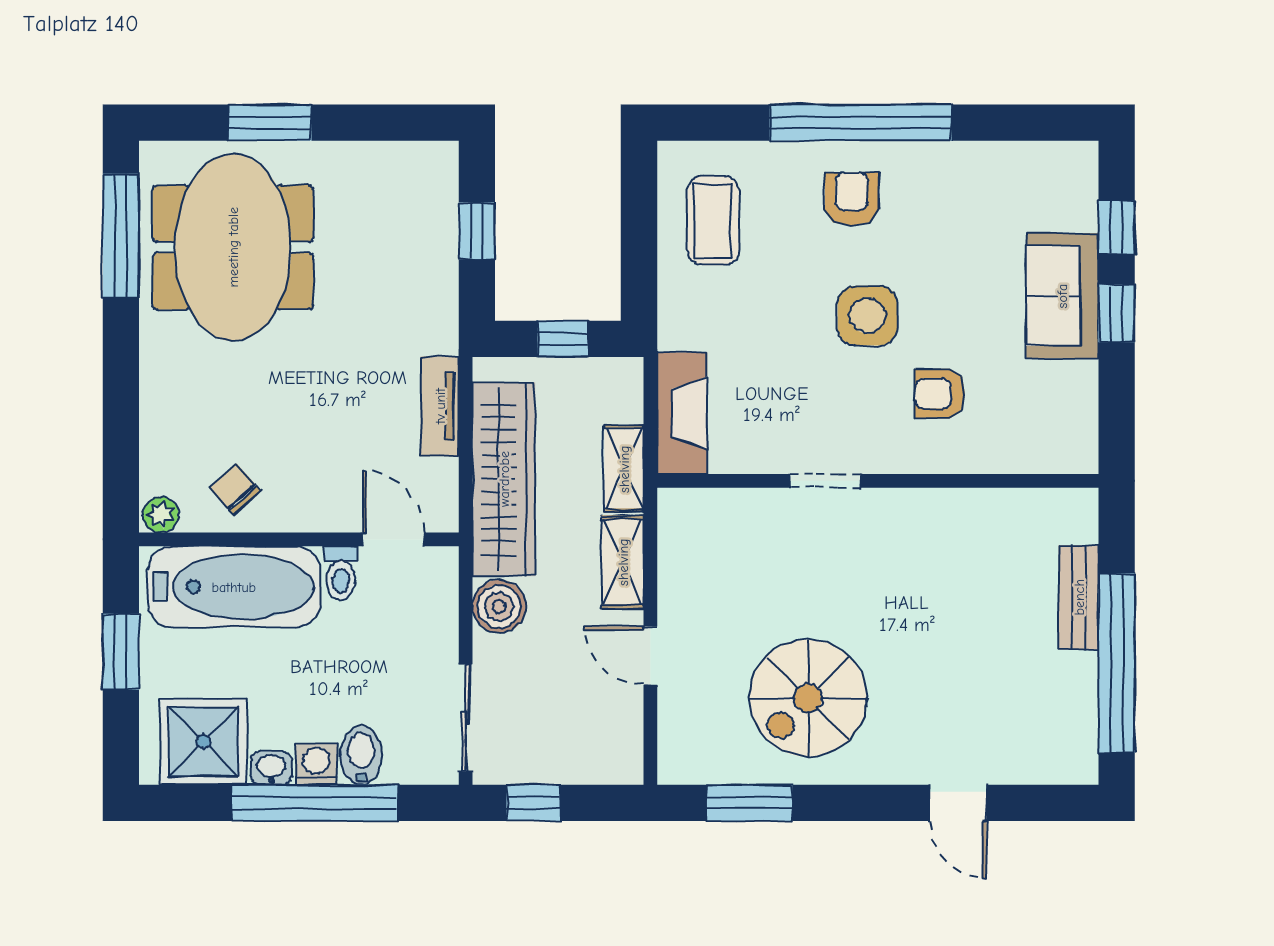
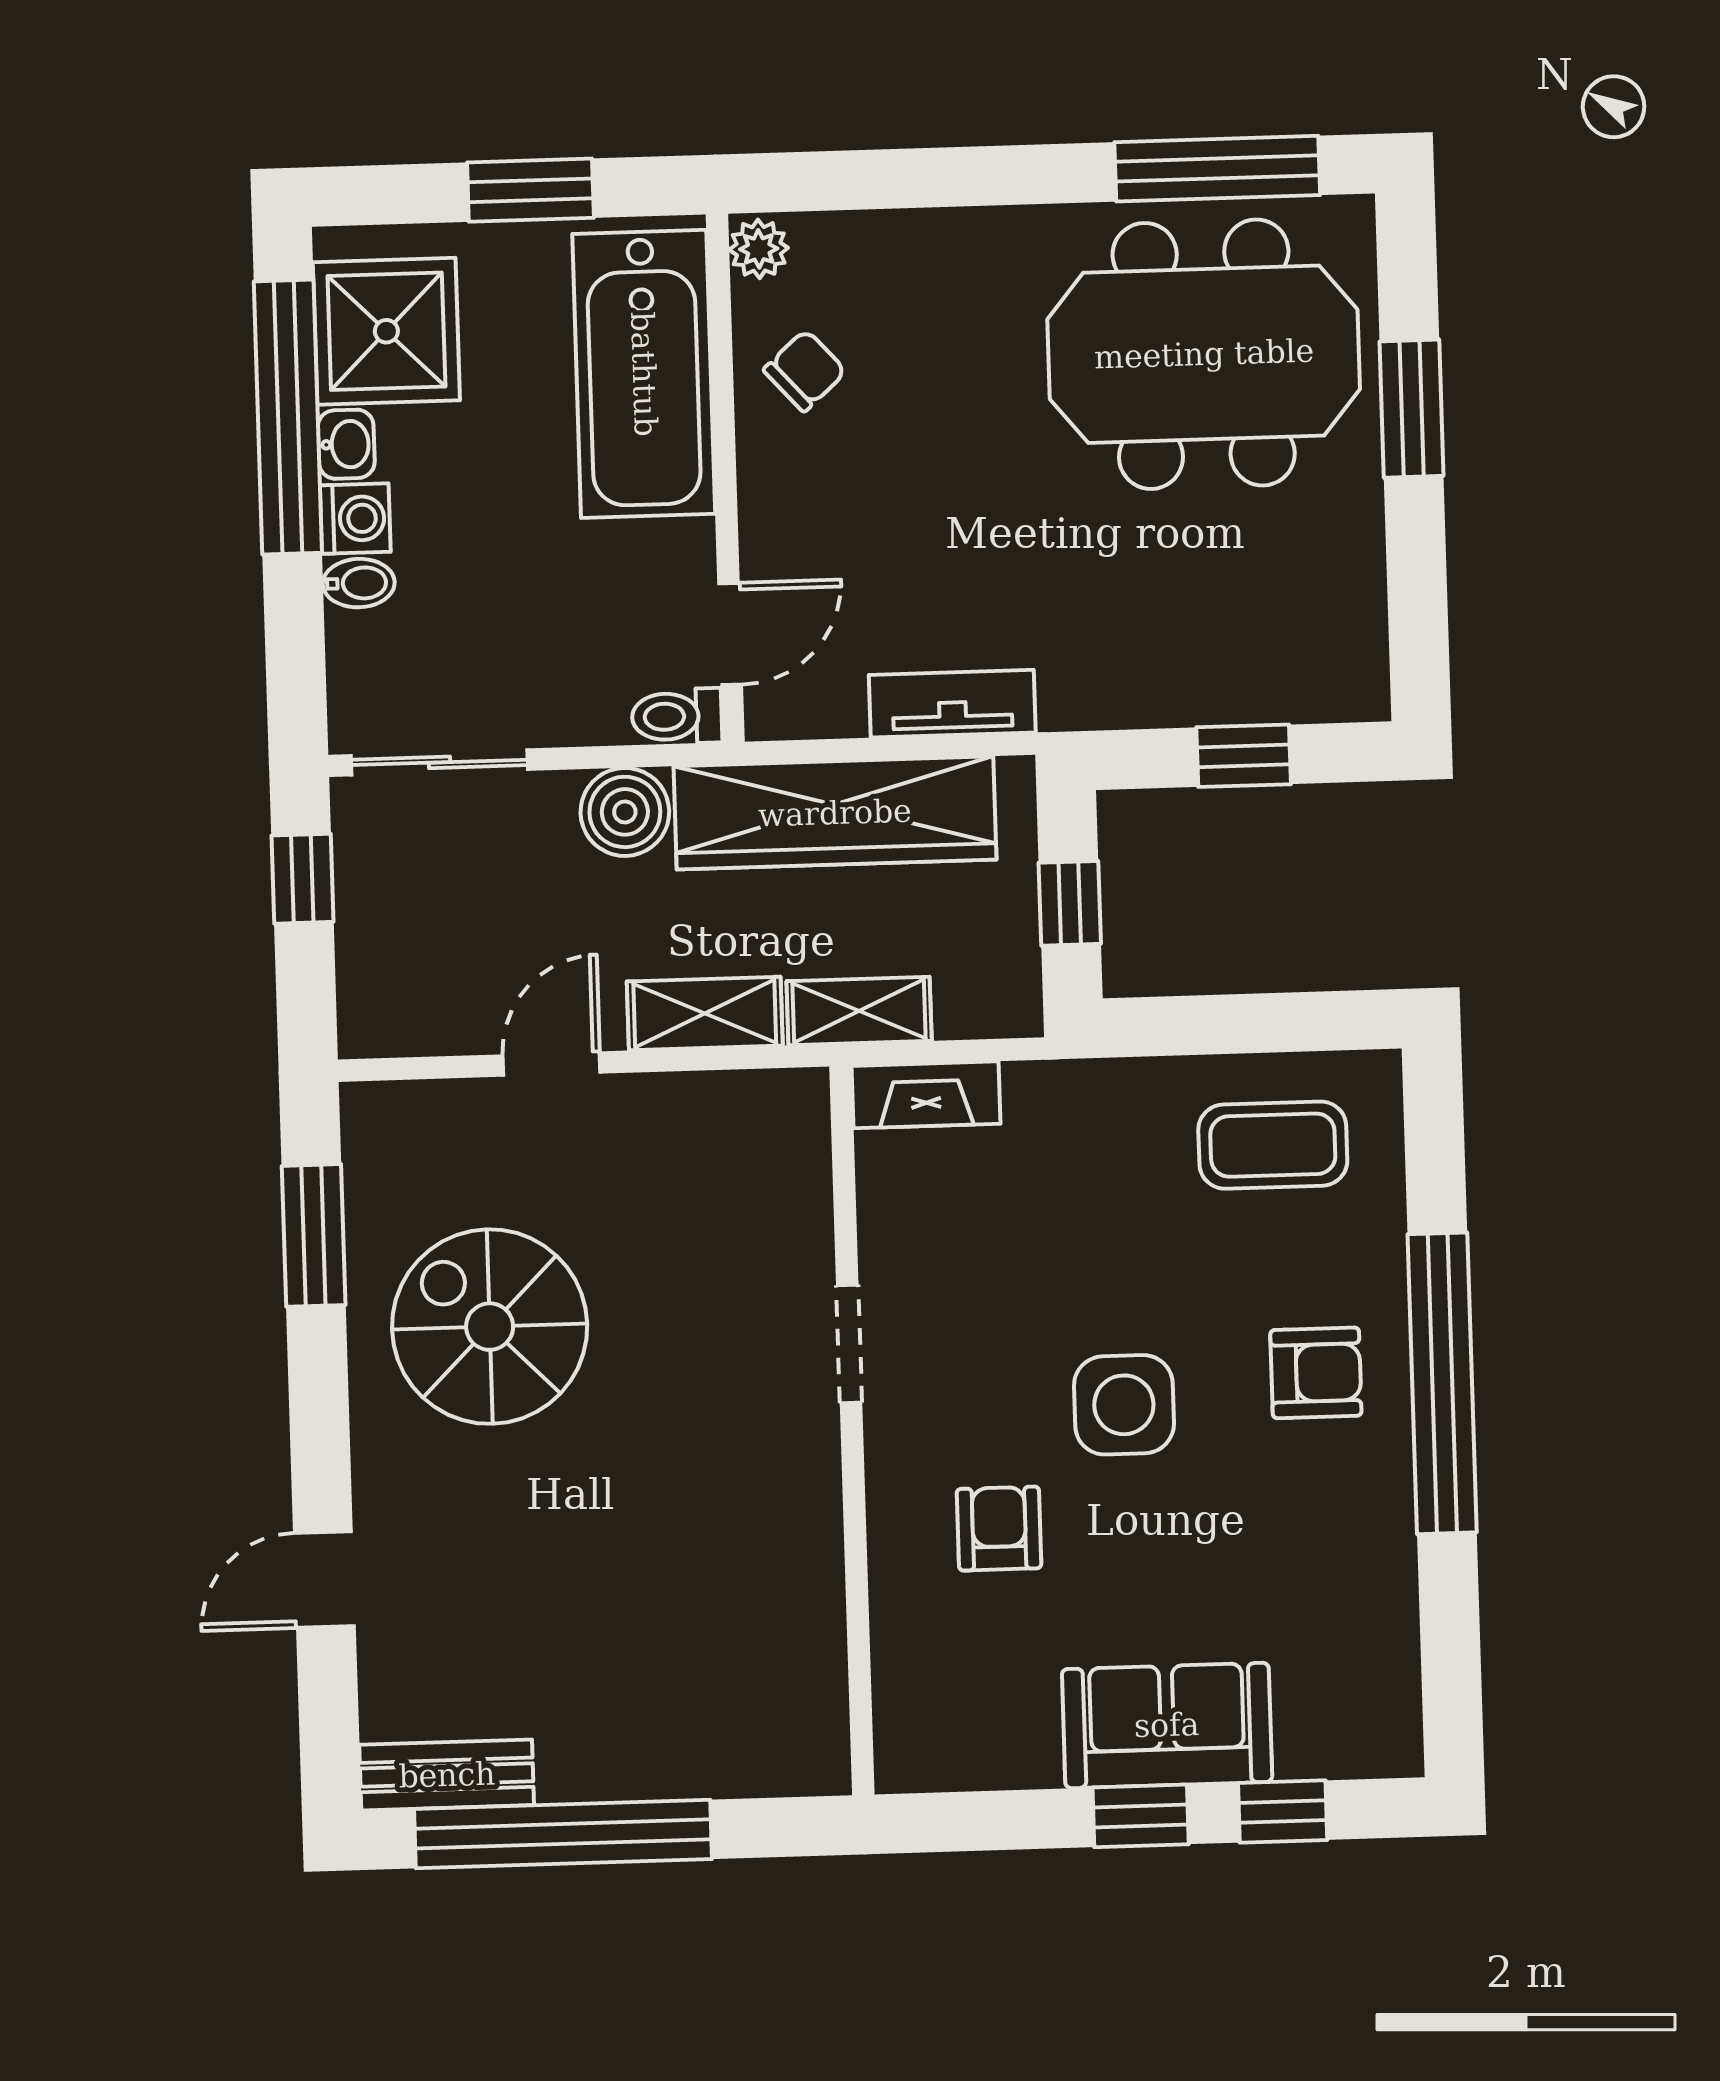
fireplace: (682, 413) -> (926, 1095), width x0.73, depth x0.76
toilet: (341, 573) -> (677, 716), moved
bench: (1079, 597) -> (447, 1775), moved
bidet: (361, 755) -> (359, 583), width x0.72, depth x0.74
window: (315, 803) -> (288, 417), moved

